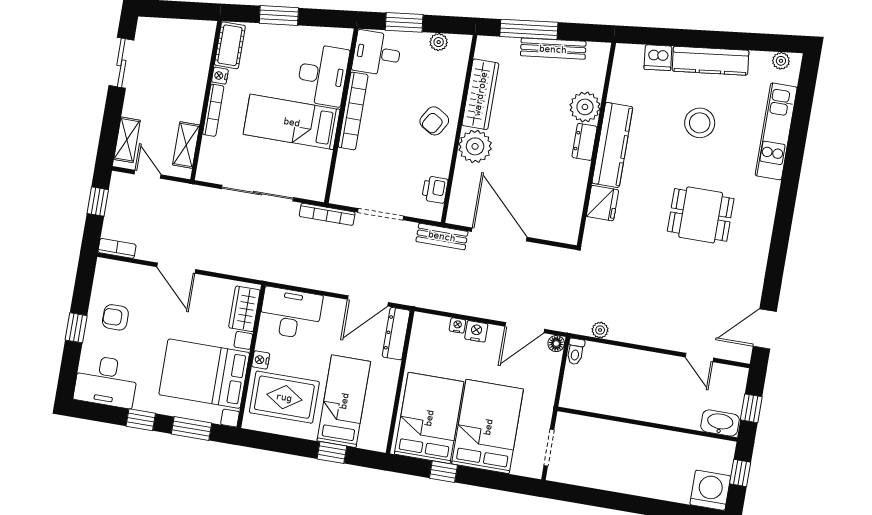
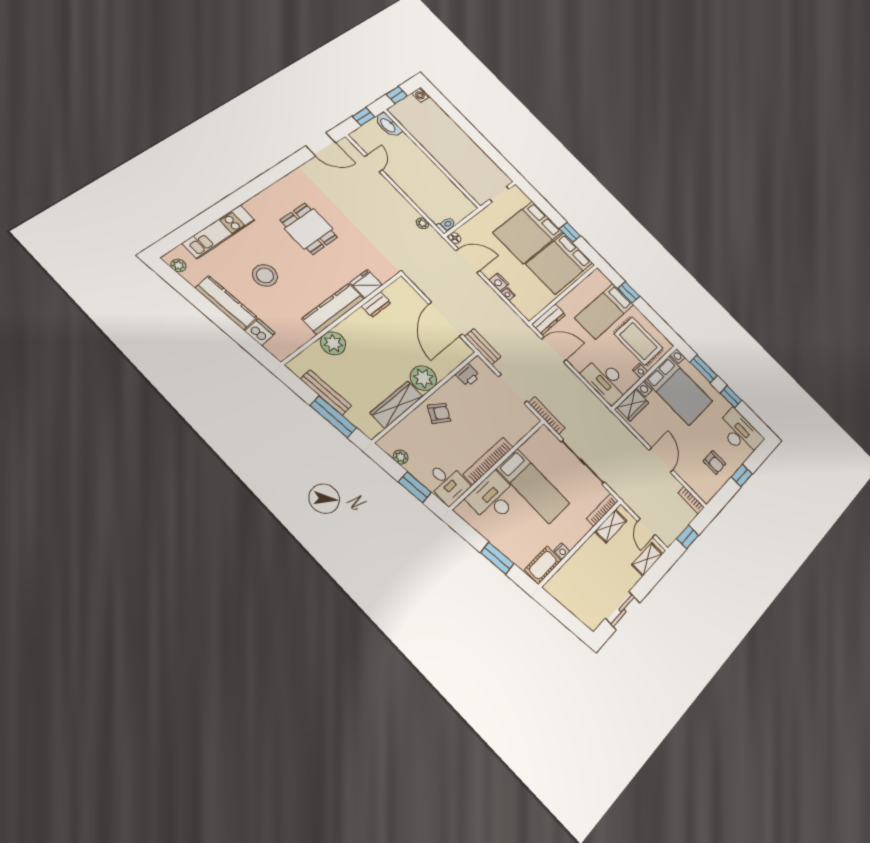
bookcase: (213, 110) -> (602, 510), moved
dresser: (585, 142) -> (376, 304), moved
washing machine: (710, 490) -> (421, 95), width x0.53, depth x0.53

